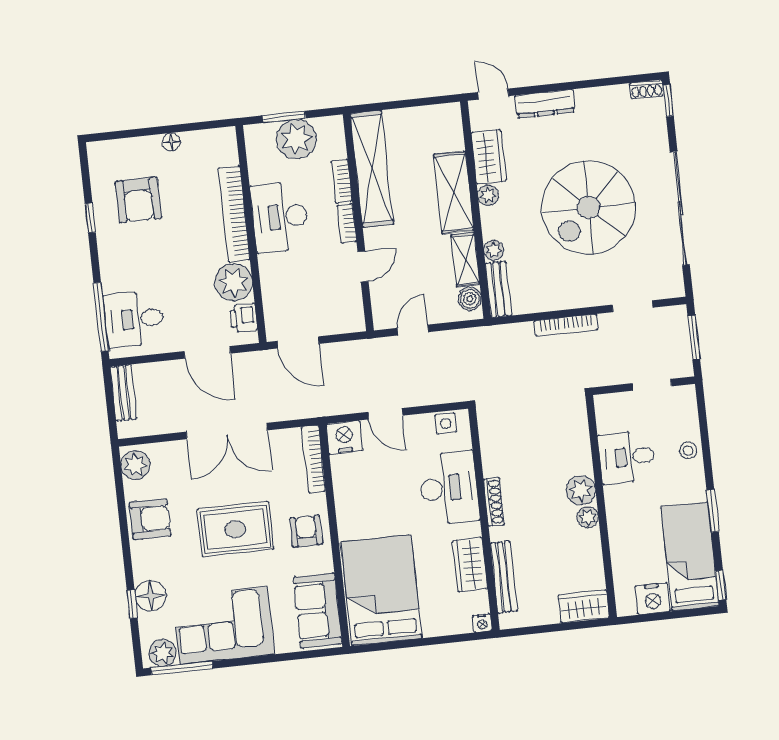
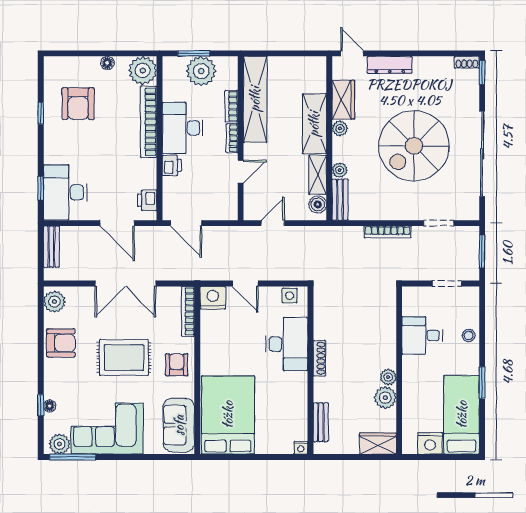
printer: (271, 268) -> (172, 165), added
plant: (234, 282) -> (143, 71), moved
window: (101, 317) -> (41, 188), width x0.46
desk: (134, 319) -> (65, 192), width x1.37
plant: (581, 490) -> (385, 398), moved
wardrobe: (470, 565) -> (296, 403), removed
bench: (504, 577) -> (321, 422), width x0.73
window: (721, 585) -> (482, 439), removed
floor lamp: (151, 596) -> (50, 406), width x0.53, depth x0.53

